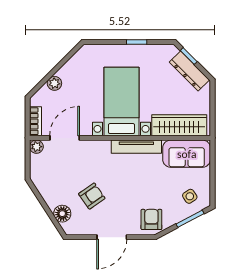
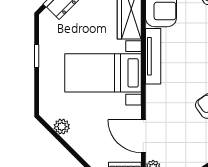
plant: (54, 83) -> (62, 127), moved

